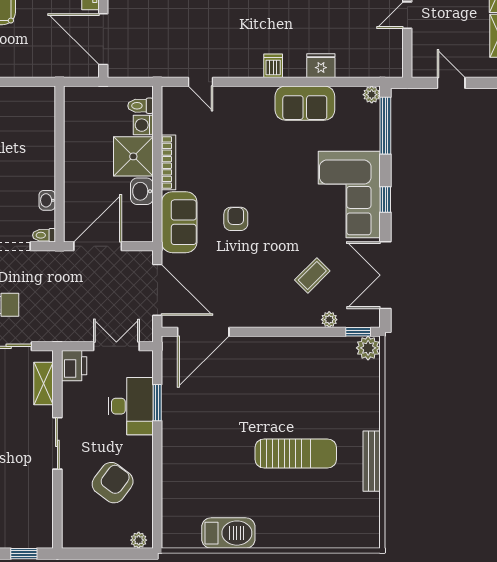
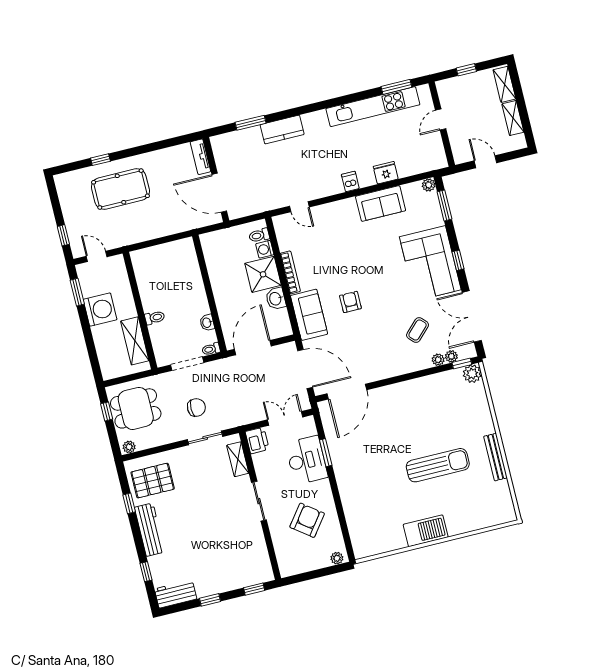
window: (385, 126) -> (444, 205), width x0.69
plant: (347, 319) -> (451, 356), added
barbecue: (228, 533) -> (426, 531), moved

